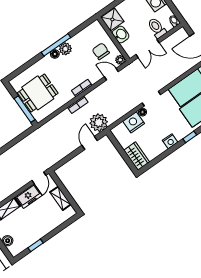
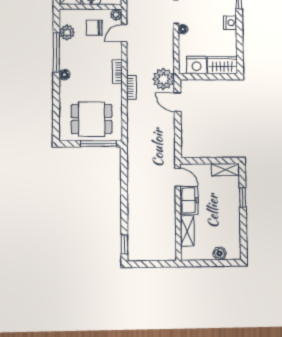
window: (56, 45) -> (56, 53), moved
plant: (65, 49) -> (67, 33), moved
dining table: (38, 93) -> (92, 119), turned 90
nightstand: (134, 122) -> (196, 65), moved, turned -90
shelving: (60, 198) -> (226, 170), moved
window: (35, 245) -> (243, 197), moved

